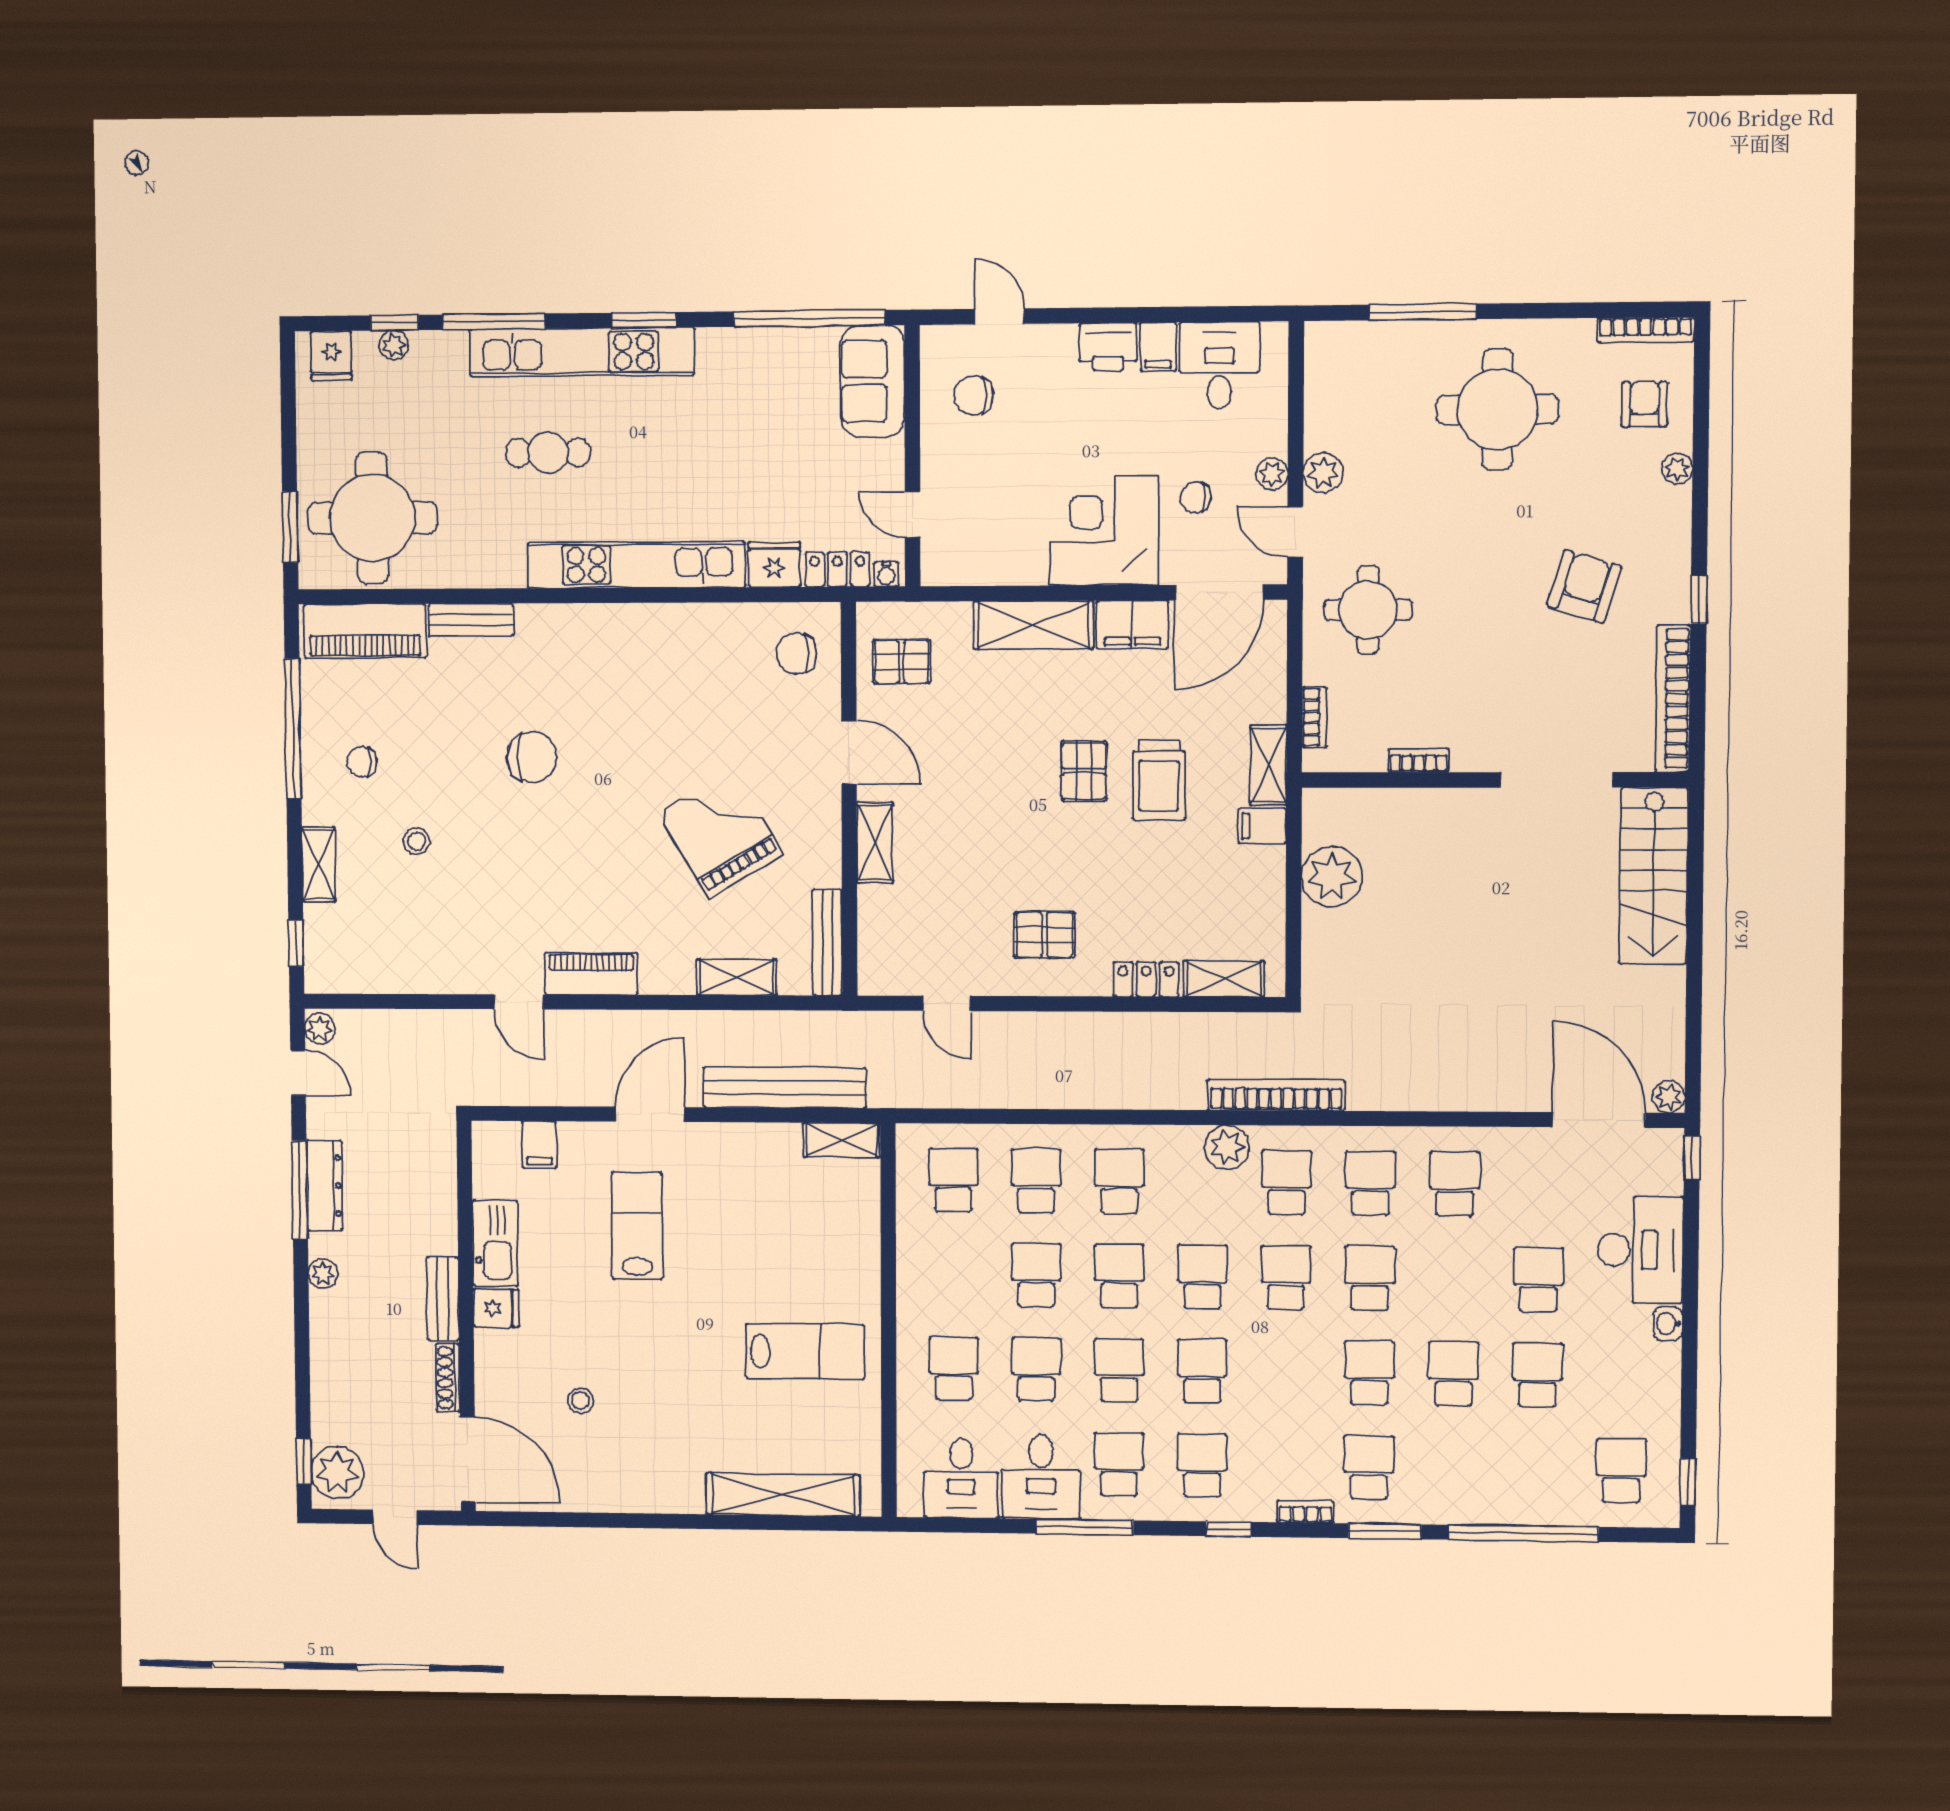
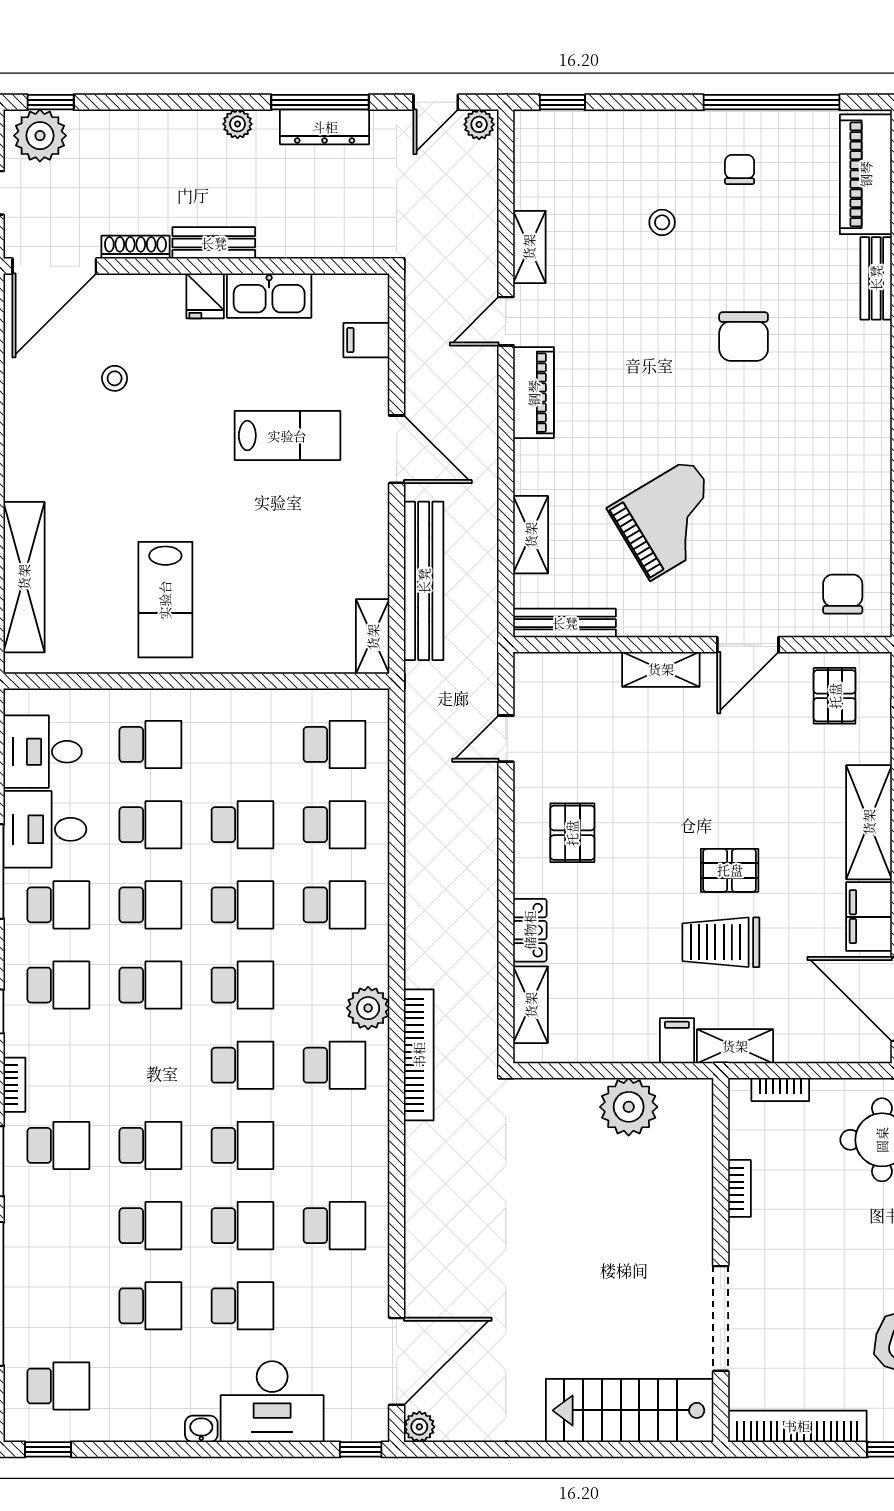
shelving: (319, 864) -> (529, 247), moved, turned 90
school desk: (1370, 1183) -> (242, 1226), moved

